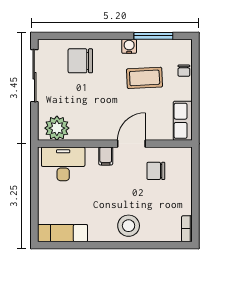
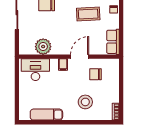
plant: (57, 128) -> (43, 47), moved
stool: (129, 226) -> (85, 102), moved
exam couch: (63, 233) -> (46, 115), moved

